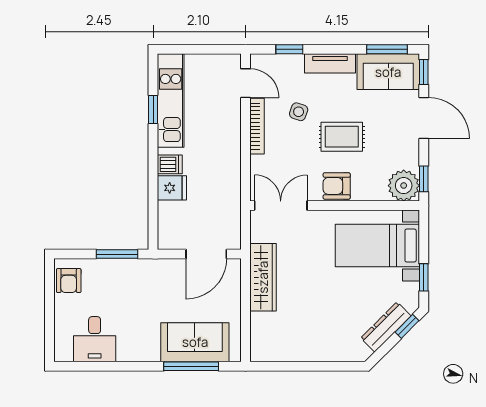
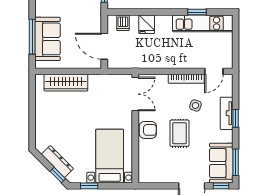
window: (289, 49) -> (236, 118), moved
tv unit: (330, 63) -> (227, 113), moved
dishwasher: (170, 164) -> (123, 23), moved
window: (424, 179) -> (152, 186), removed
armchair: (337, 186) -> (148, 130), turned 90
plant: (404, 186) -> (148, 173), removed
wardrobe: (263, 277) -> (66, 83), moved

